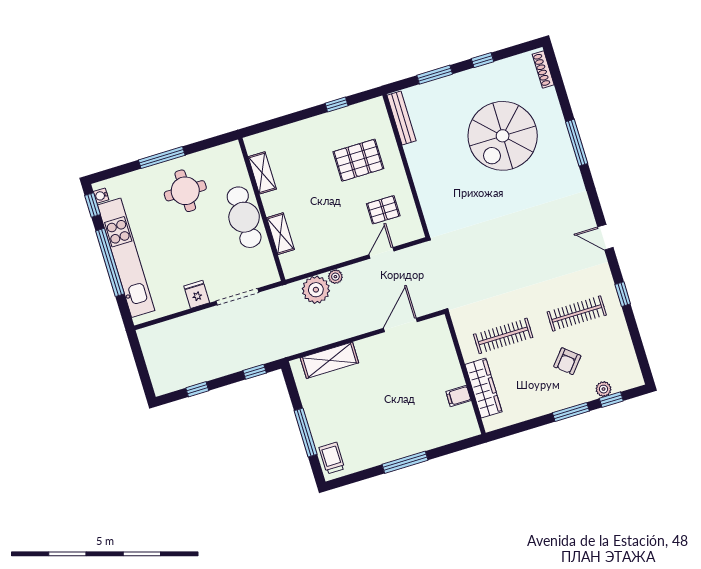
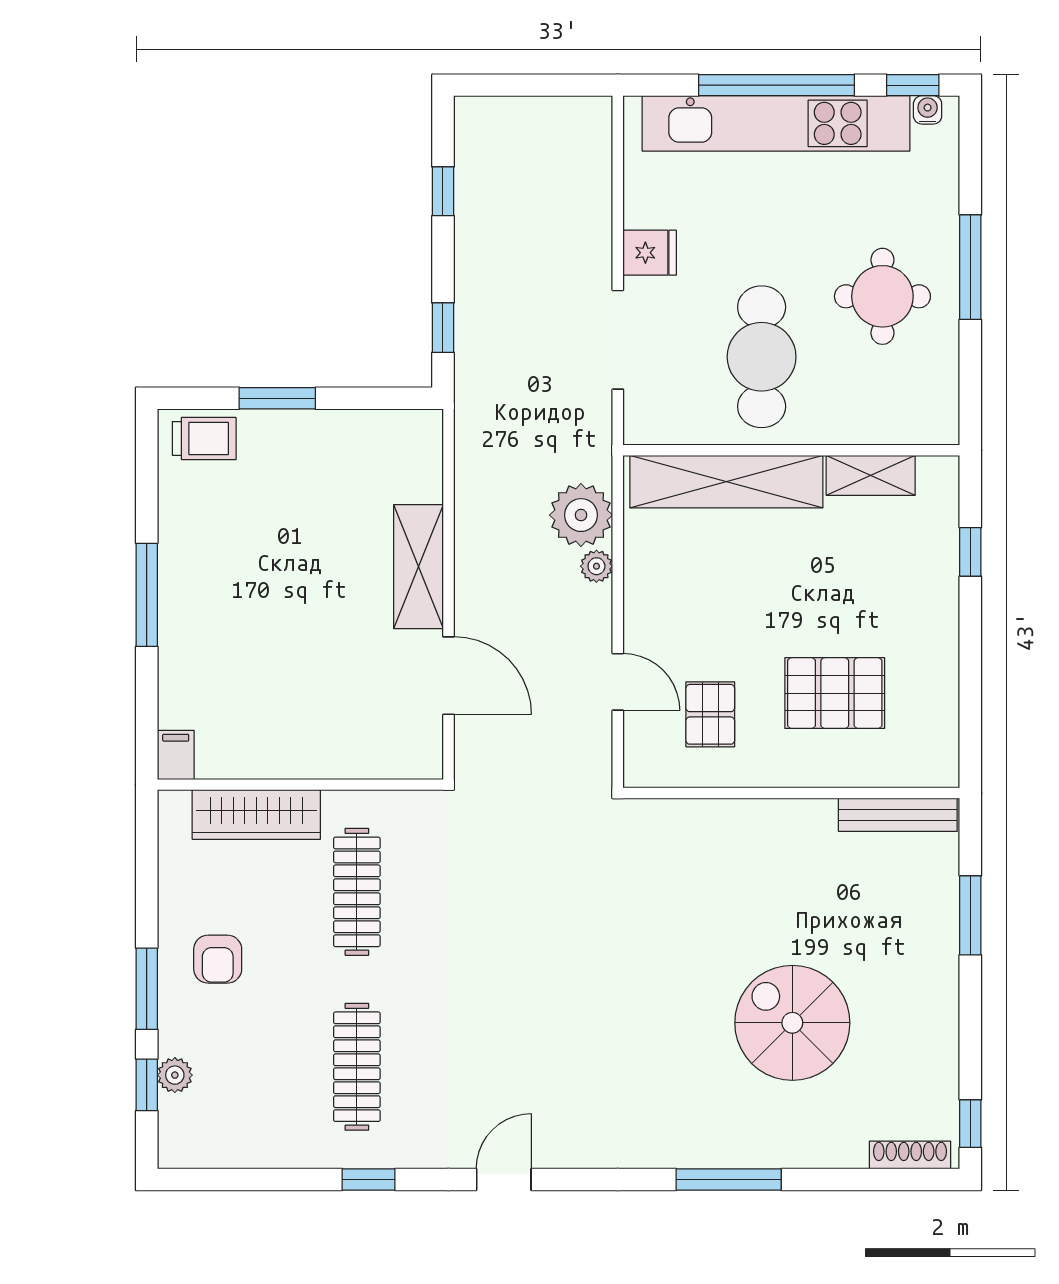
window: (482, 60) -> (970, 1124), moved
window: (337, 104) -> (970, 552), moved
spiral stairs: (503, 136) -> (792, 1023), width x0.73, depth x0.73
pallet: (358, 160) -> (835, 693), turned 90
cafe table: (244, 217) -> (762, 357), moved, turned 90
shelving: (280, 234) -> (726, 482), width x2.20, depth x1.33
shelving: (329, 360) -> (419, 567), moved
armchair: (567, 361) -> (218, 959), moved, turned -130
filing cabinet: (458, 396) -> (176, 755), moved
window: (306, 432) -> (277, 398), width x0.69

